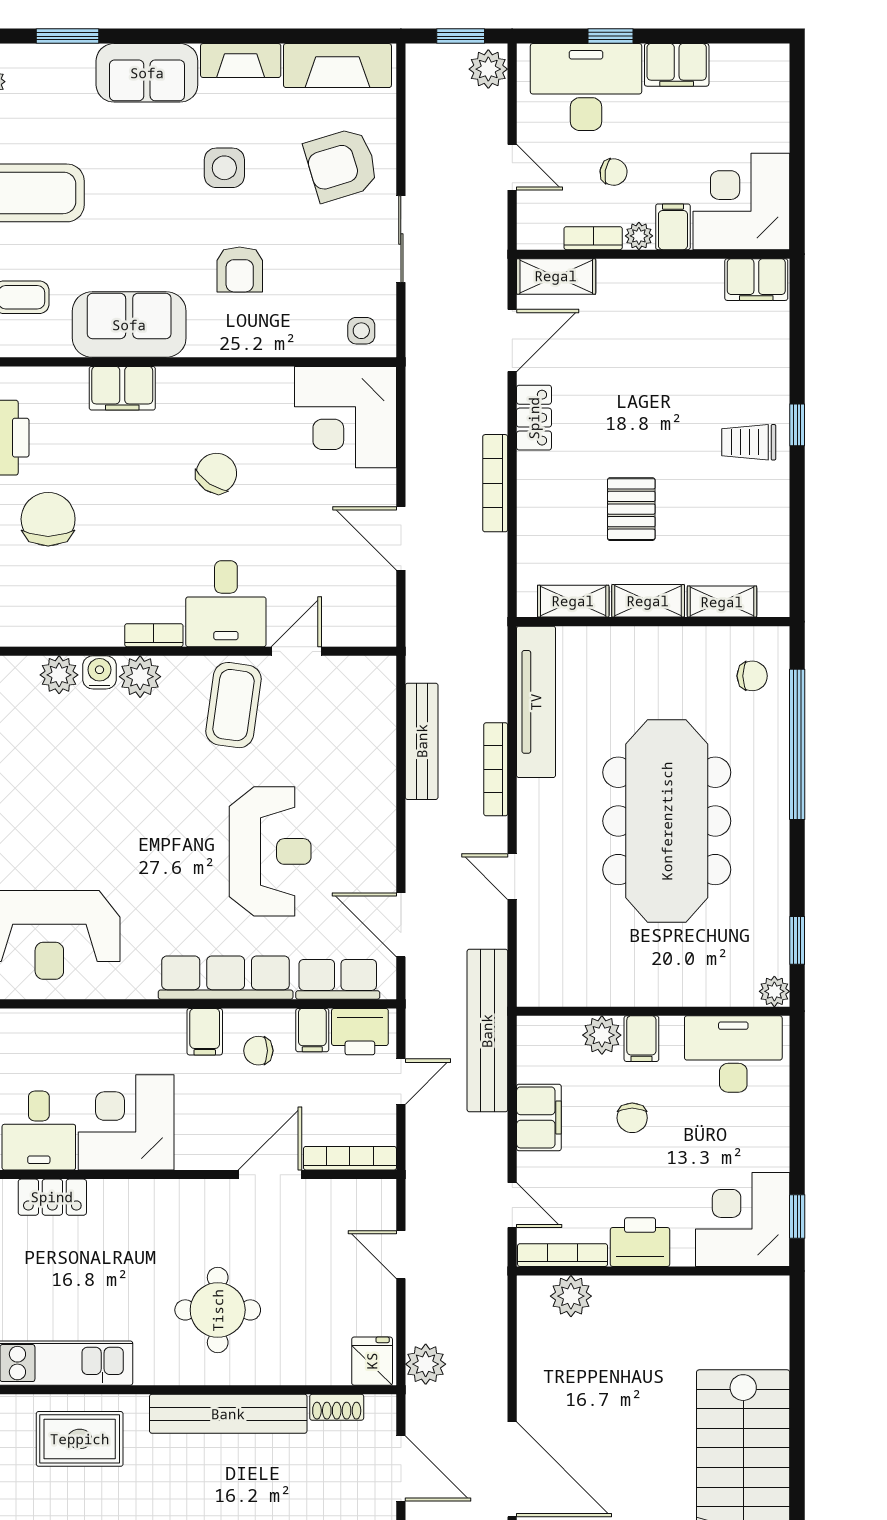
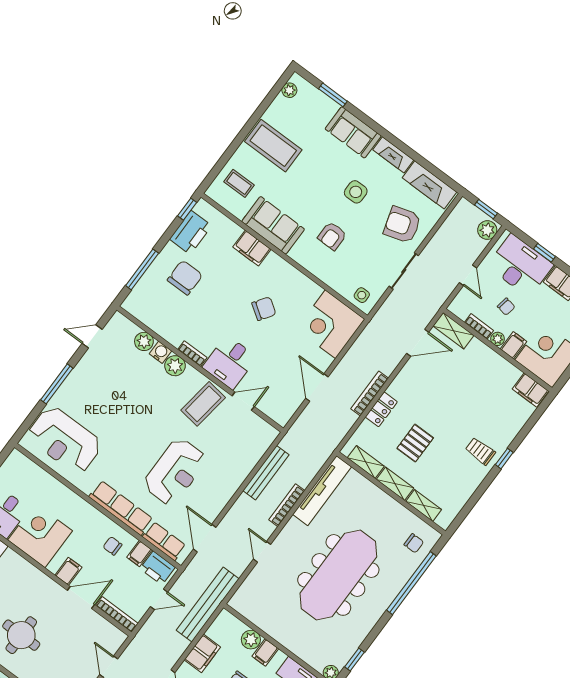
locker: (534, 418) -> (381, 409), moved
filing cabinet: (205, 1032) -> (68, 571), moved, turned 180

